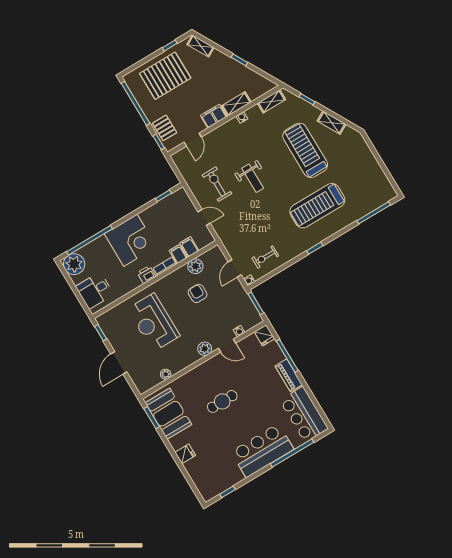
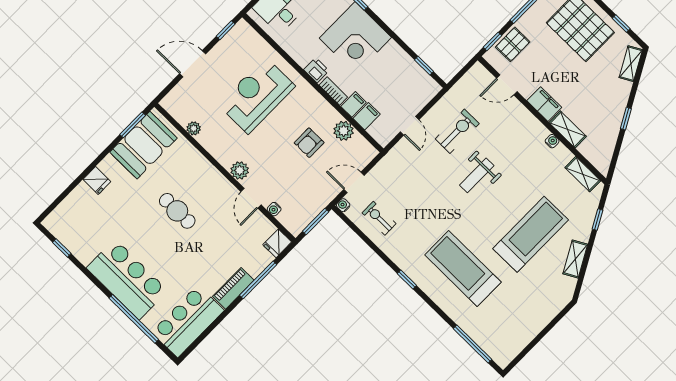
armchair: (198, 293) -> (309, 143), turned 180

